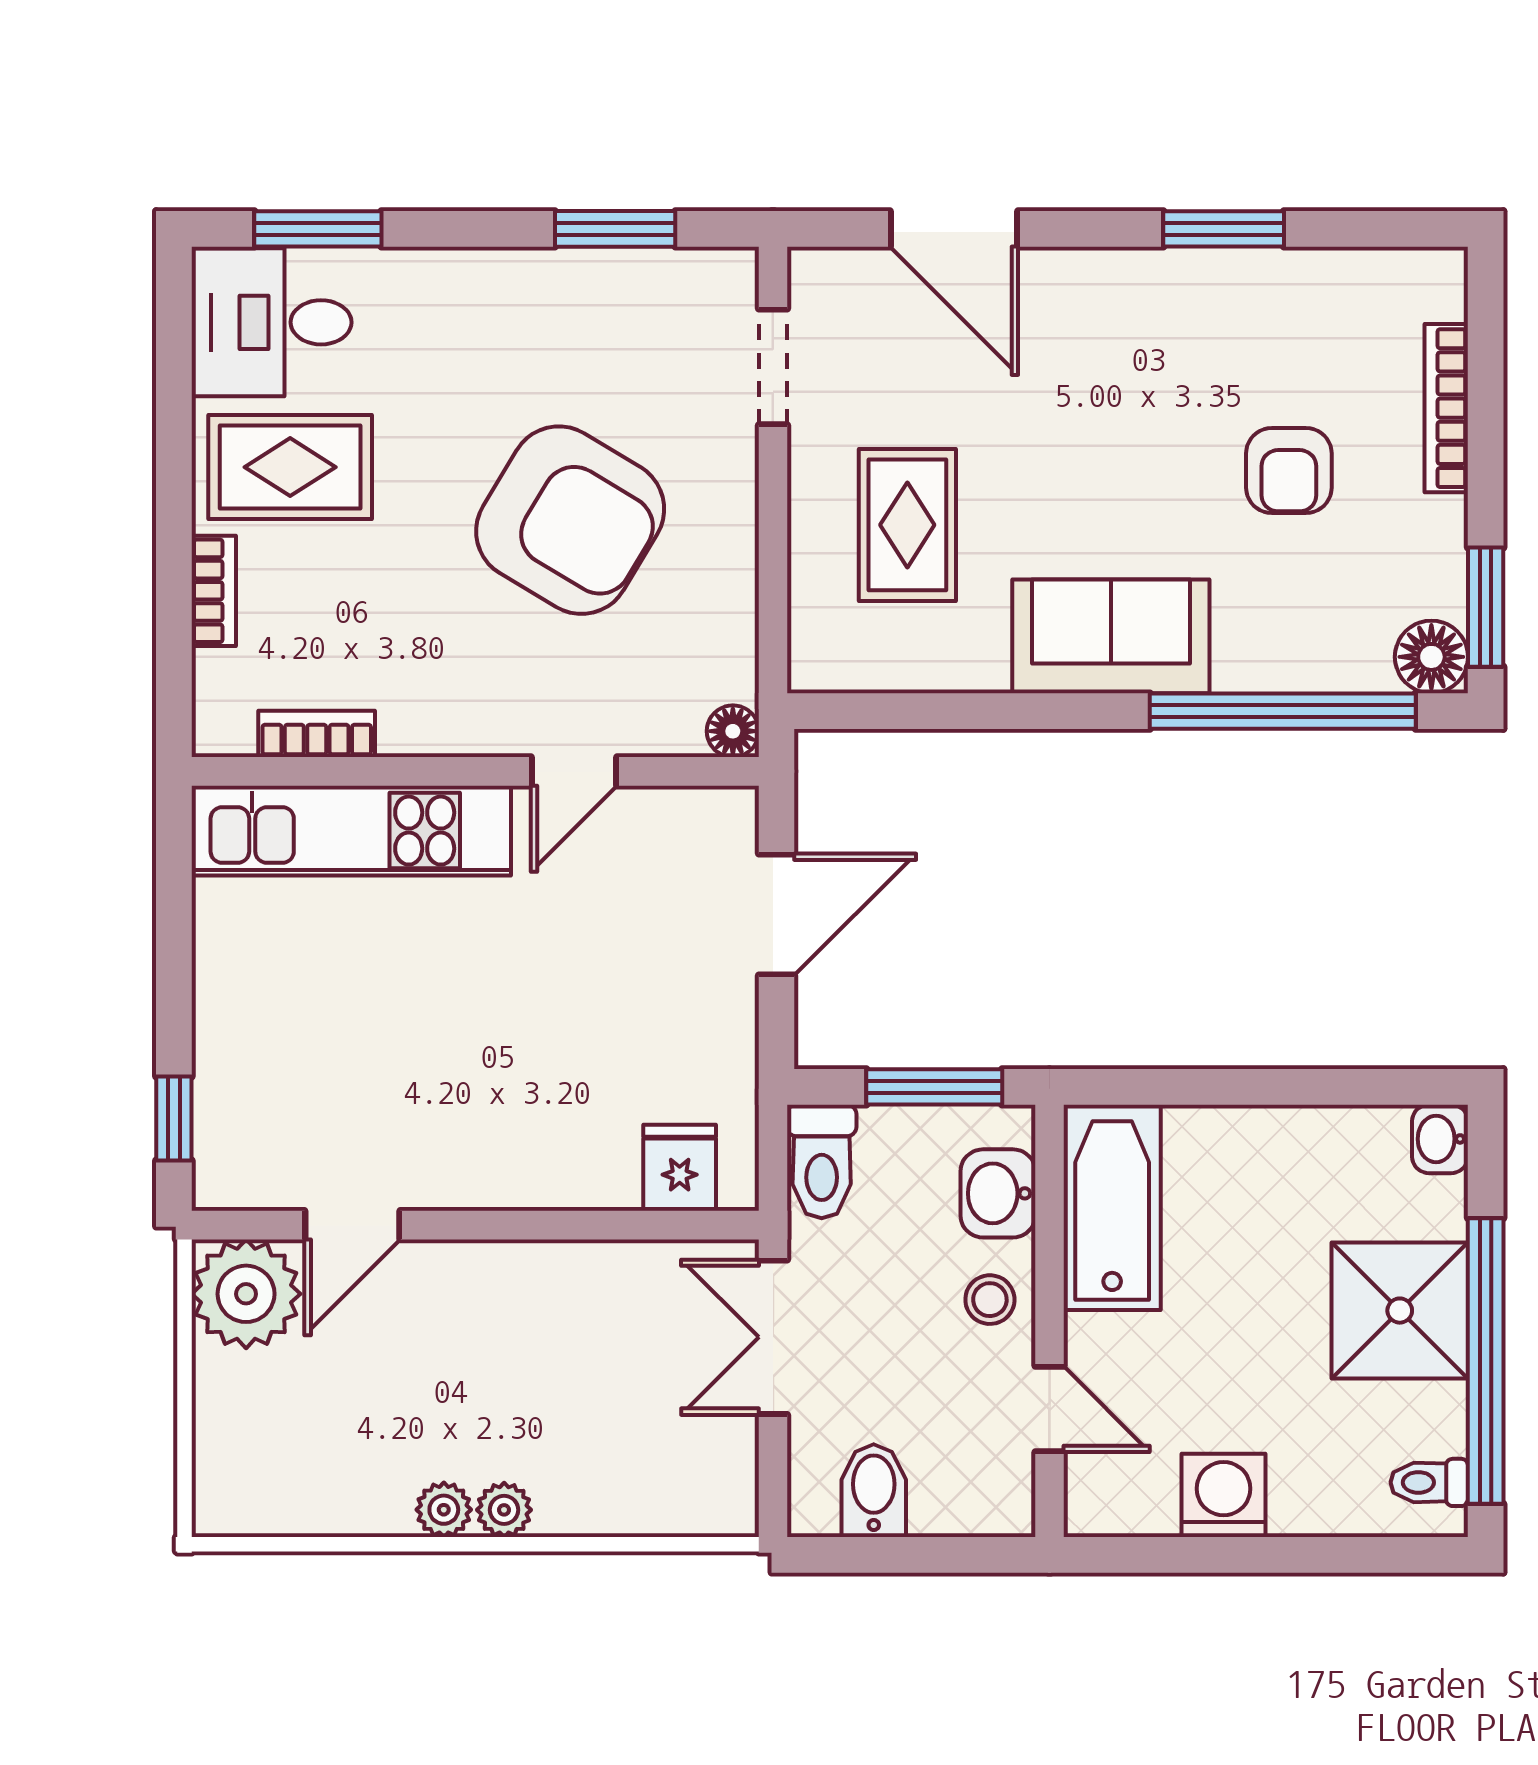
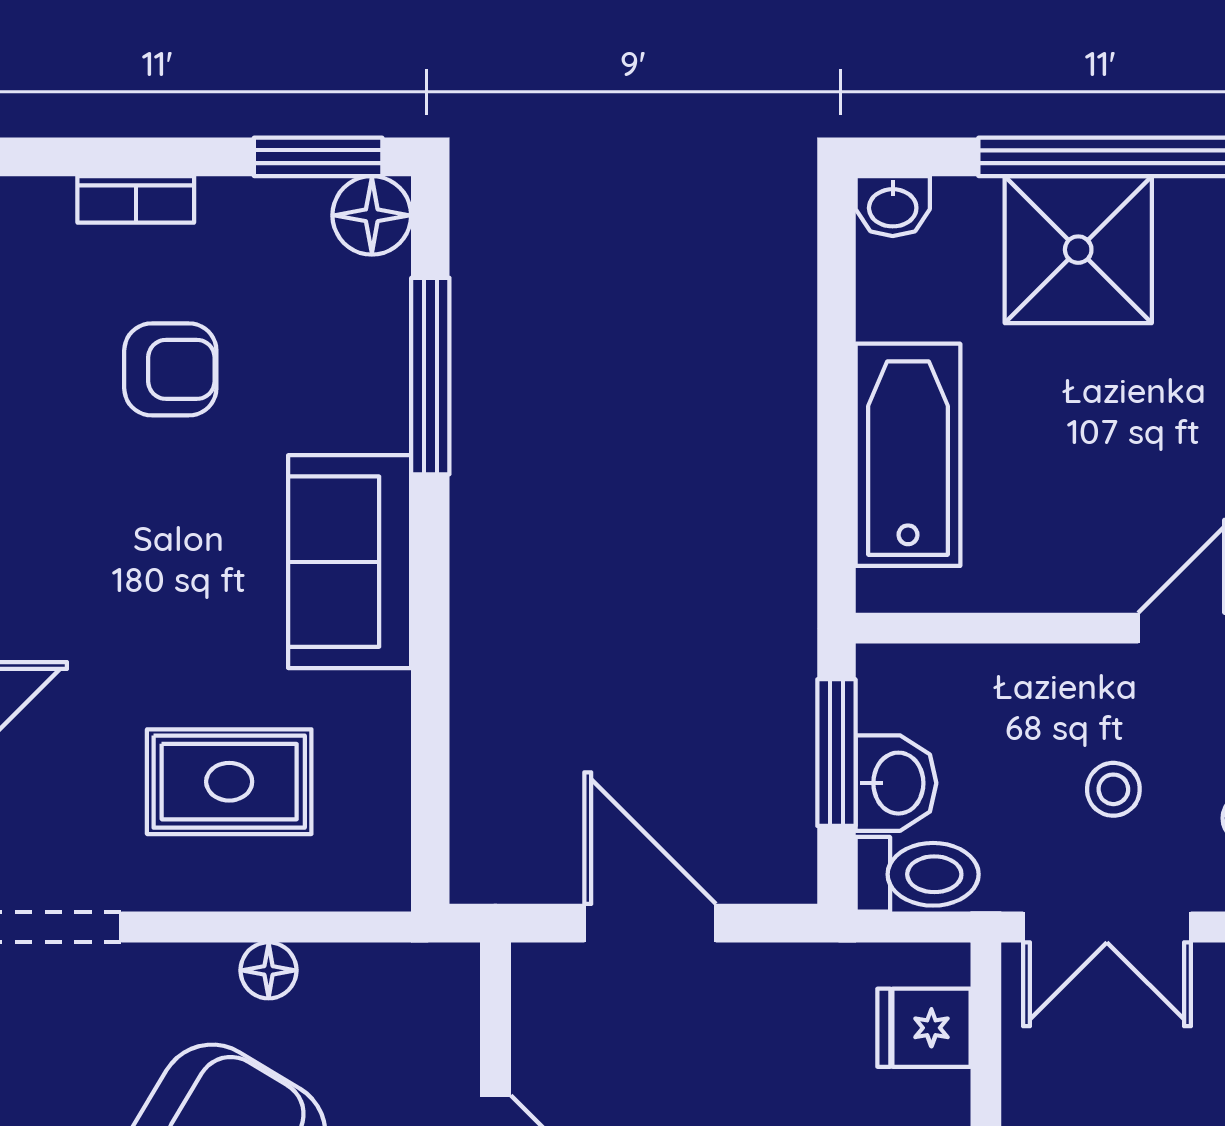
bookcase: (1446, 408) -> (136, 199), width x0.64
window: (1283, 711) -> (430, 376), width x0.68
floor lamp: (733, 731) -> (269, 970), moved
washbasin: (998, 1193) -> (896, 783), moved, turned -90
bathtub: (1112, 1207) -> (908, 455), moved, turned 90
stool: (990, 1300) -> (1113, 789), moved

